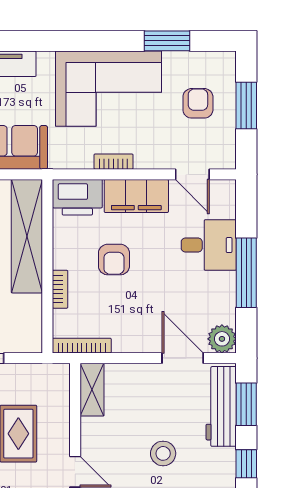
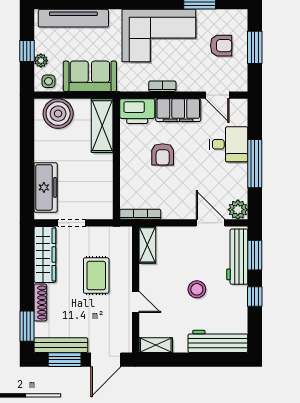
armchair: (198, 103) -> (221, 46), turned 90
shelving: (27, 236) -> (102, 126), width x0.68
bookcase: (60, 289) -> (125, 175), removed

